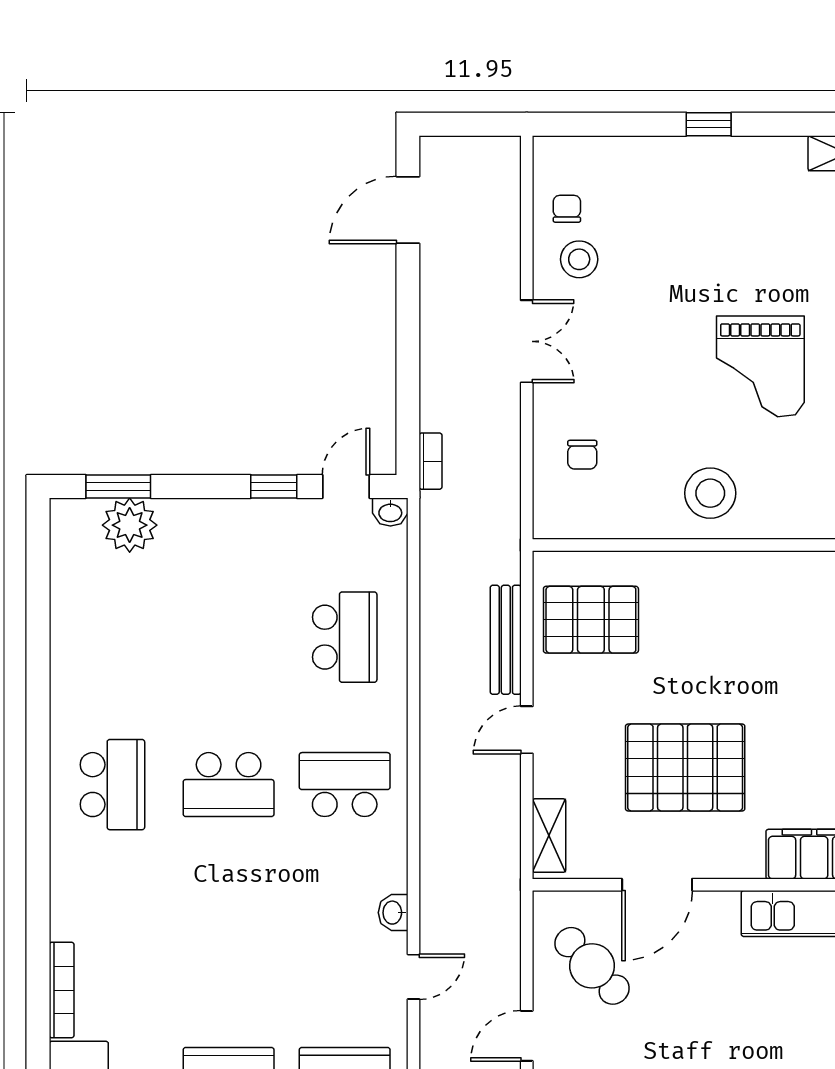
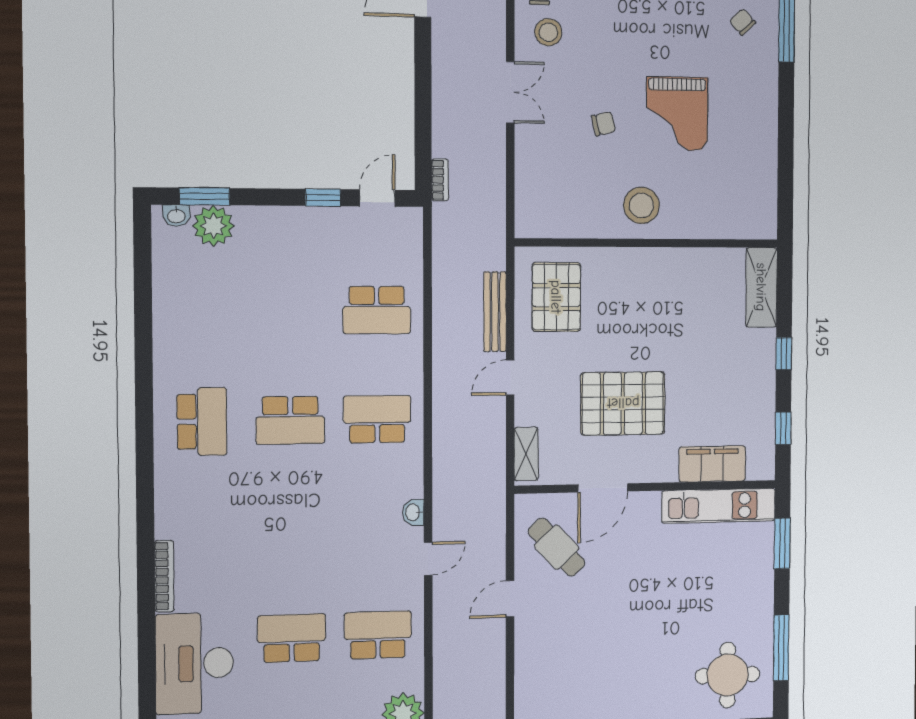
chair: (582, 455) -> (604, 124), moved, turned -104
washbasin: (390, 512) -> (176, 216), moved
pallet: (591, 620) -> (556, 297), turned 90
school desk: (345, 637) -> (377, 310), turned 90

